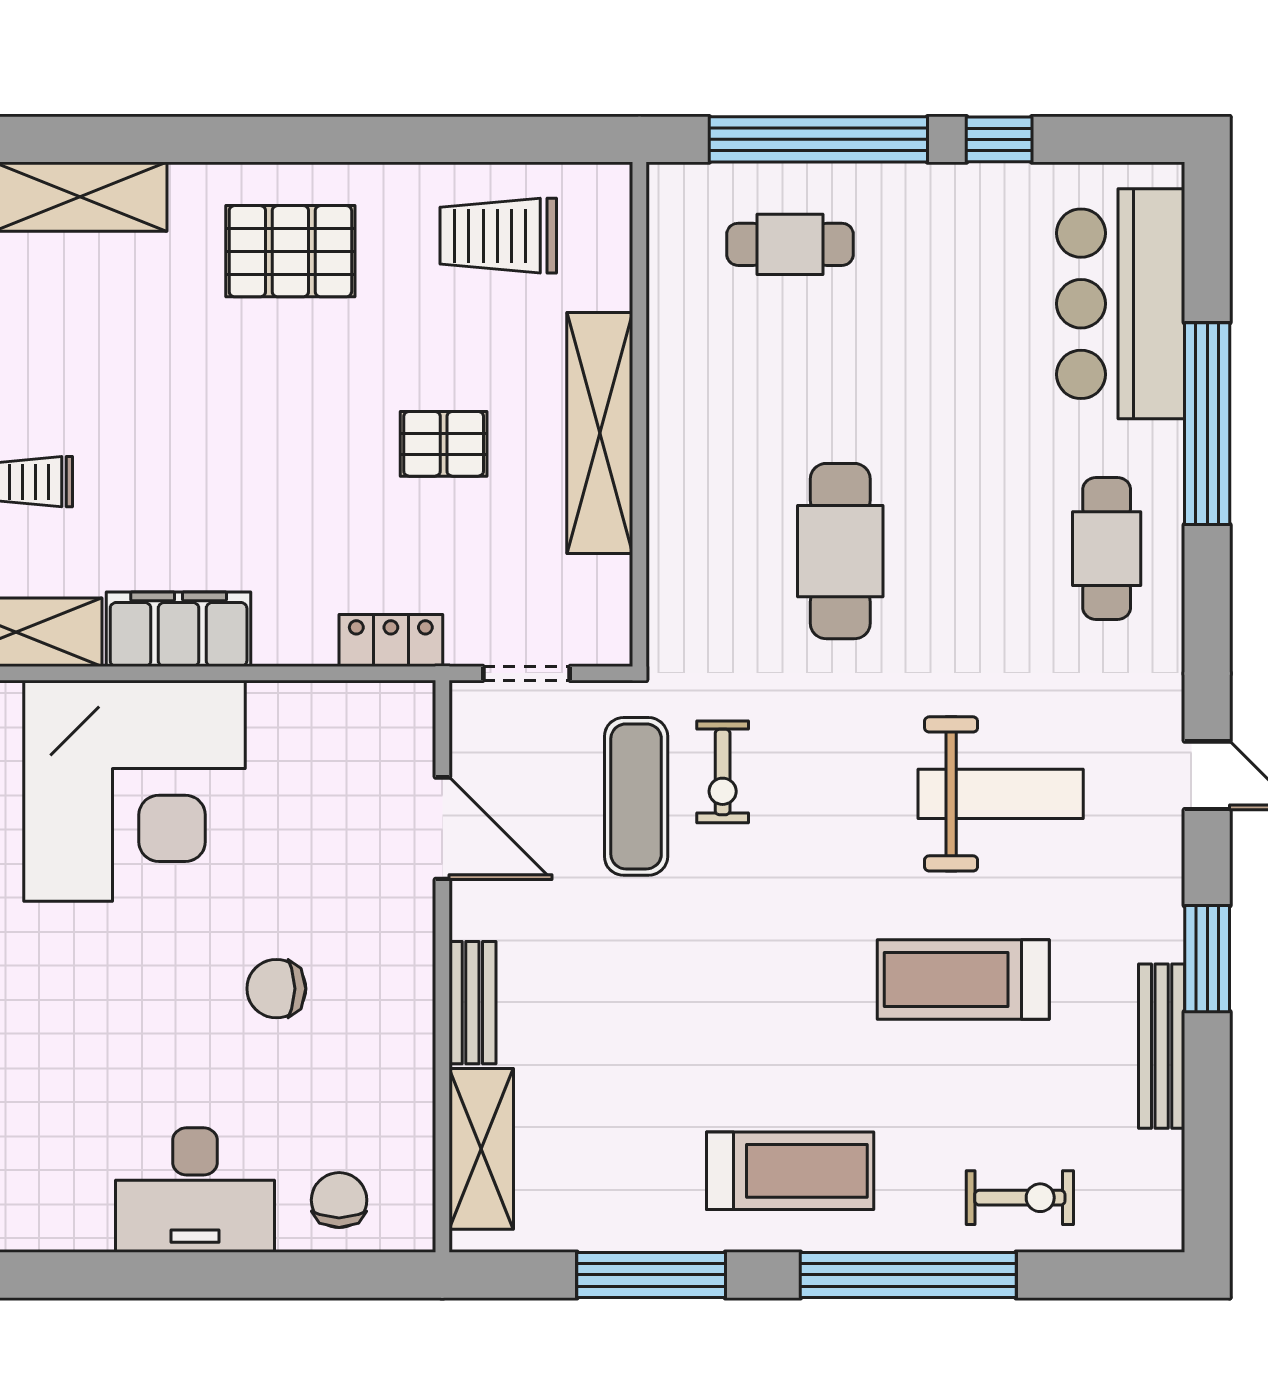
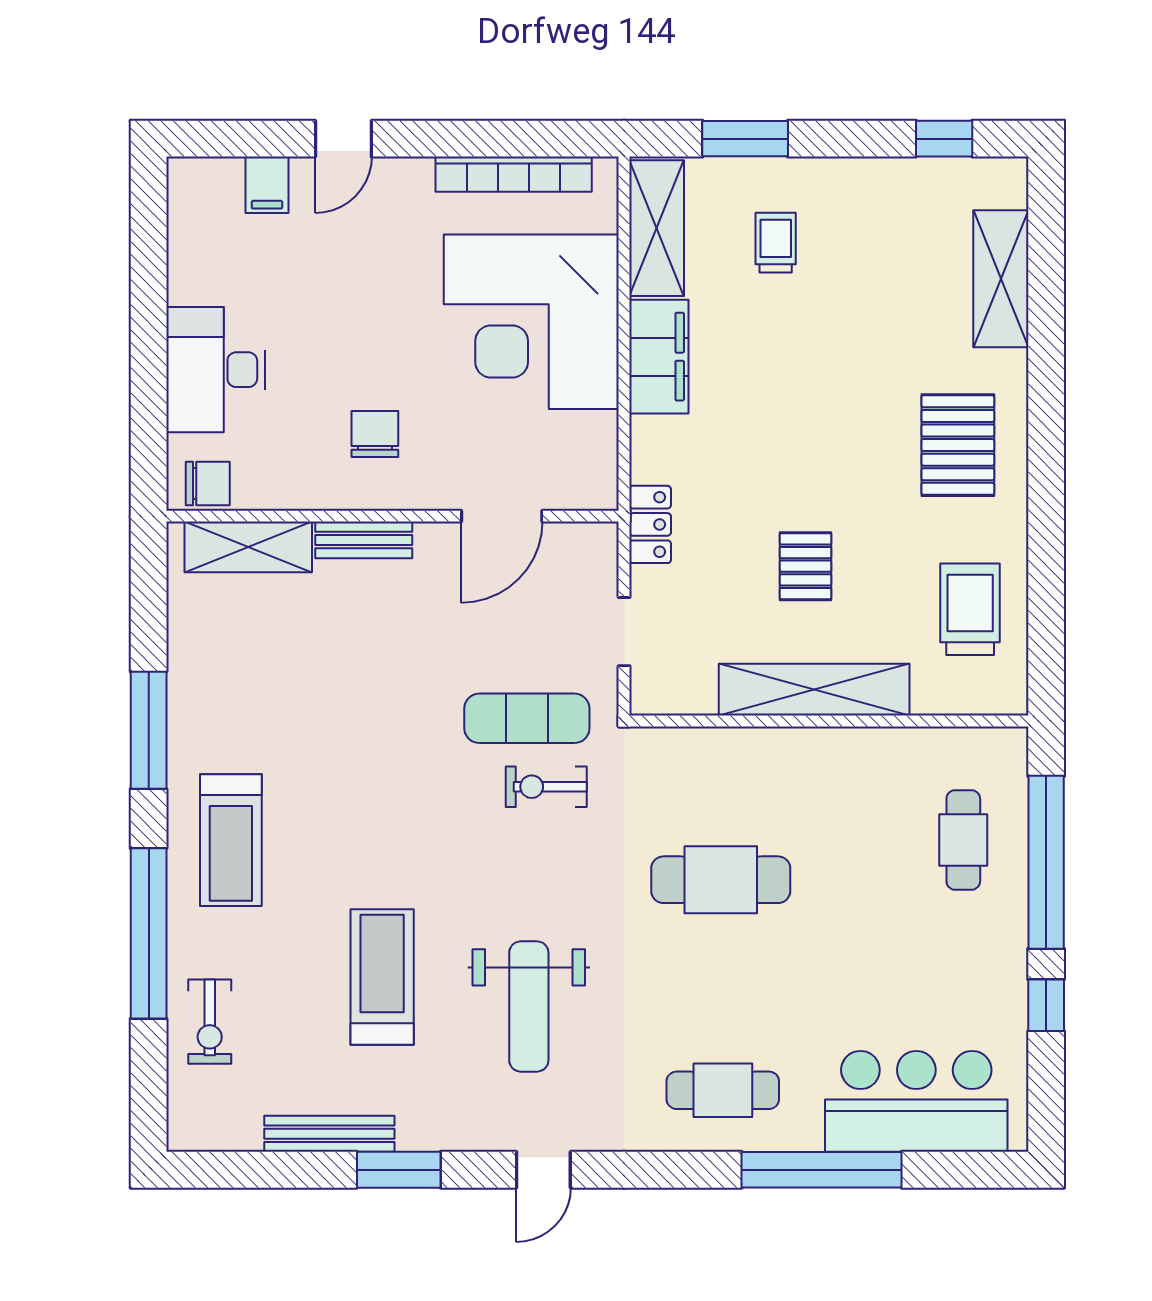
door: (442, 828) -> (502, 516), moved
wall: (442, 966) -> (393, 516), moved
bench: (472, 1003) -> (364, 540), moved
shelving: (481, 1149) -> (248, 547), moved

